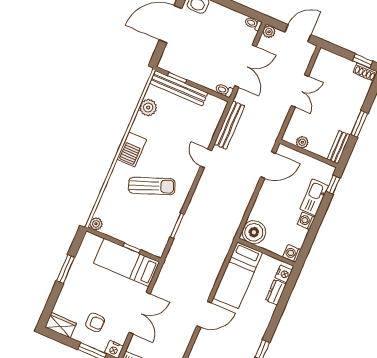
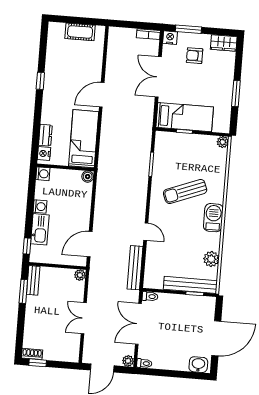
window: (359, 124) -> (23, 291), moved
plant: (302, 142) -> (80, 275), moved
boiler: (254, 232) -> (88, 177), width x0.54, depth x0.54

